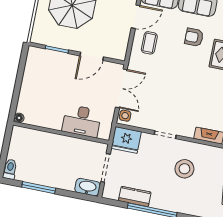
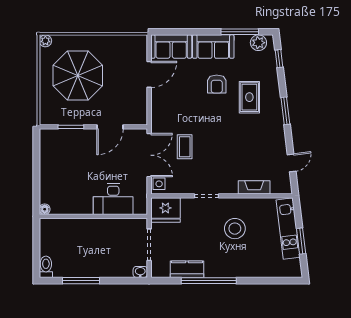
armchair: (194, 37) -> (217, 84), turned -90
coffee table: (149, 43) -> (185, 147), moved
washbasin: (88, 187) -> (140, 272), width x0.52, depth x0.69

